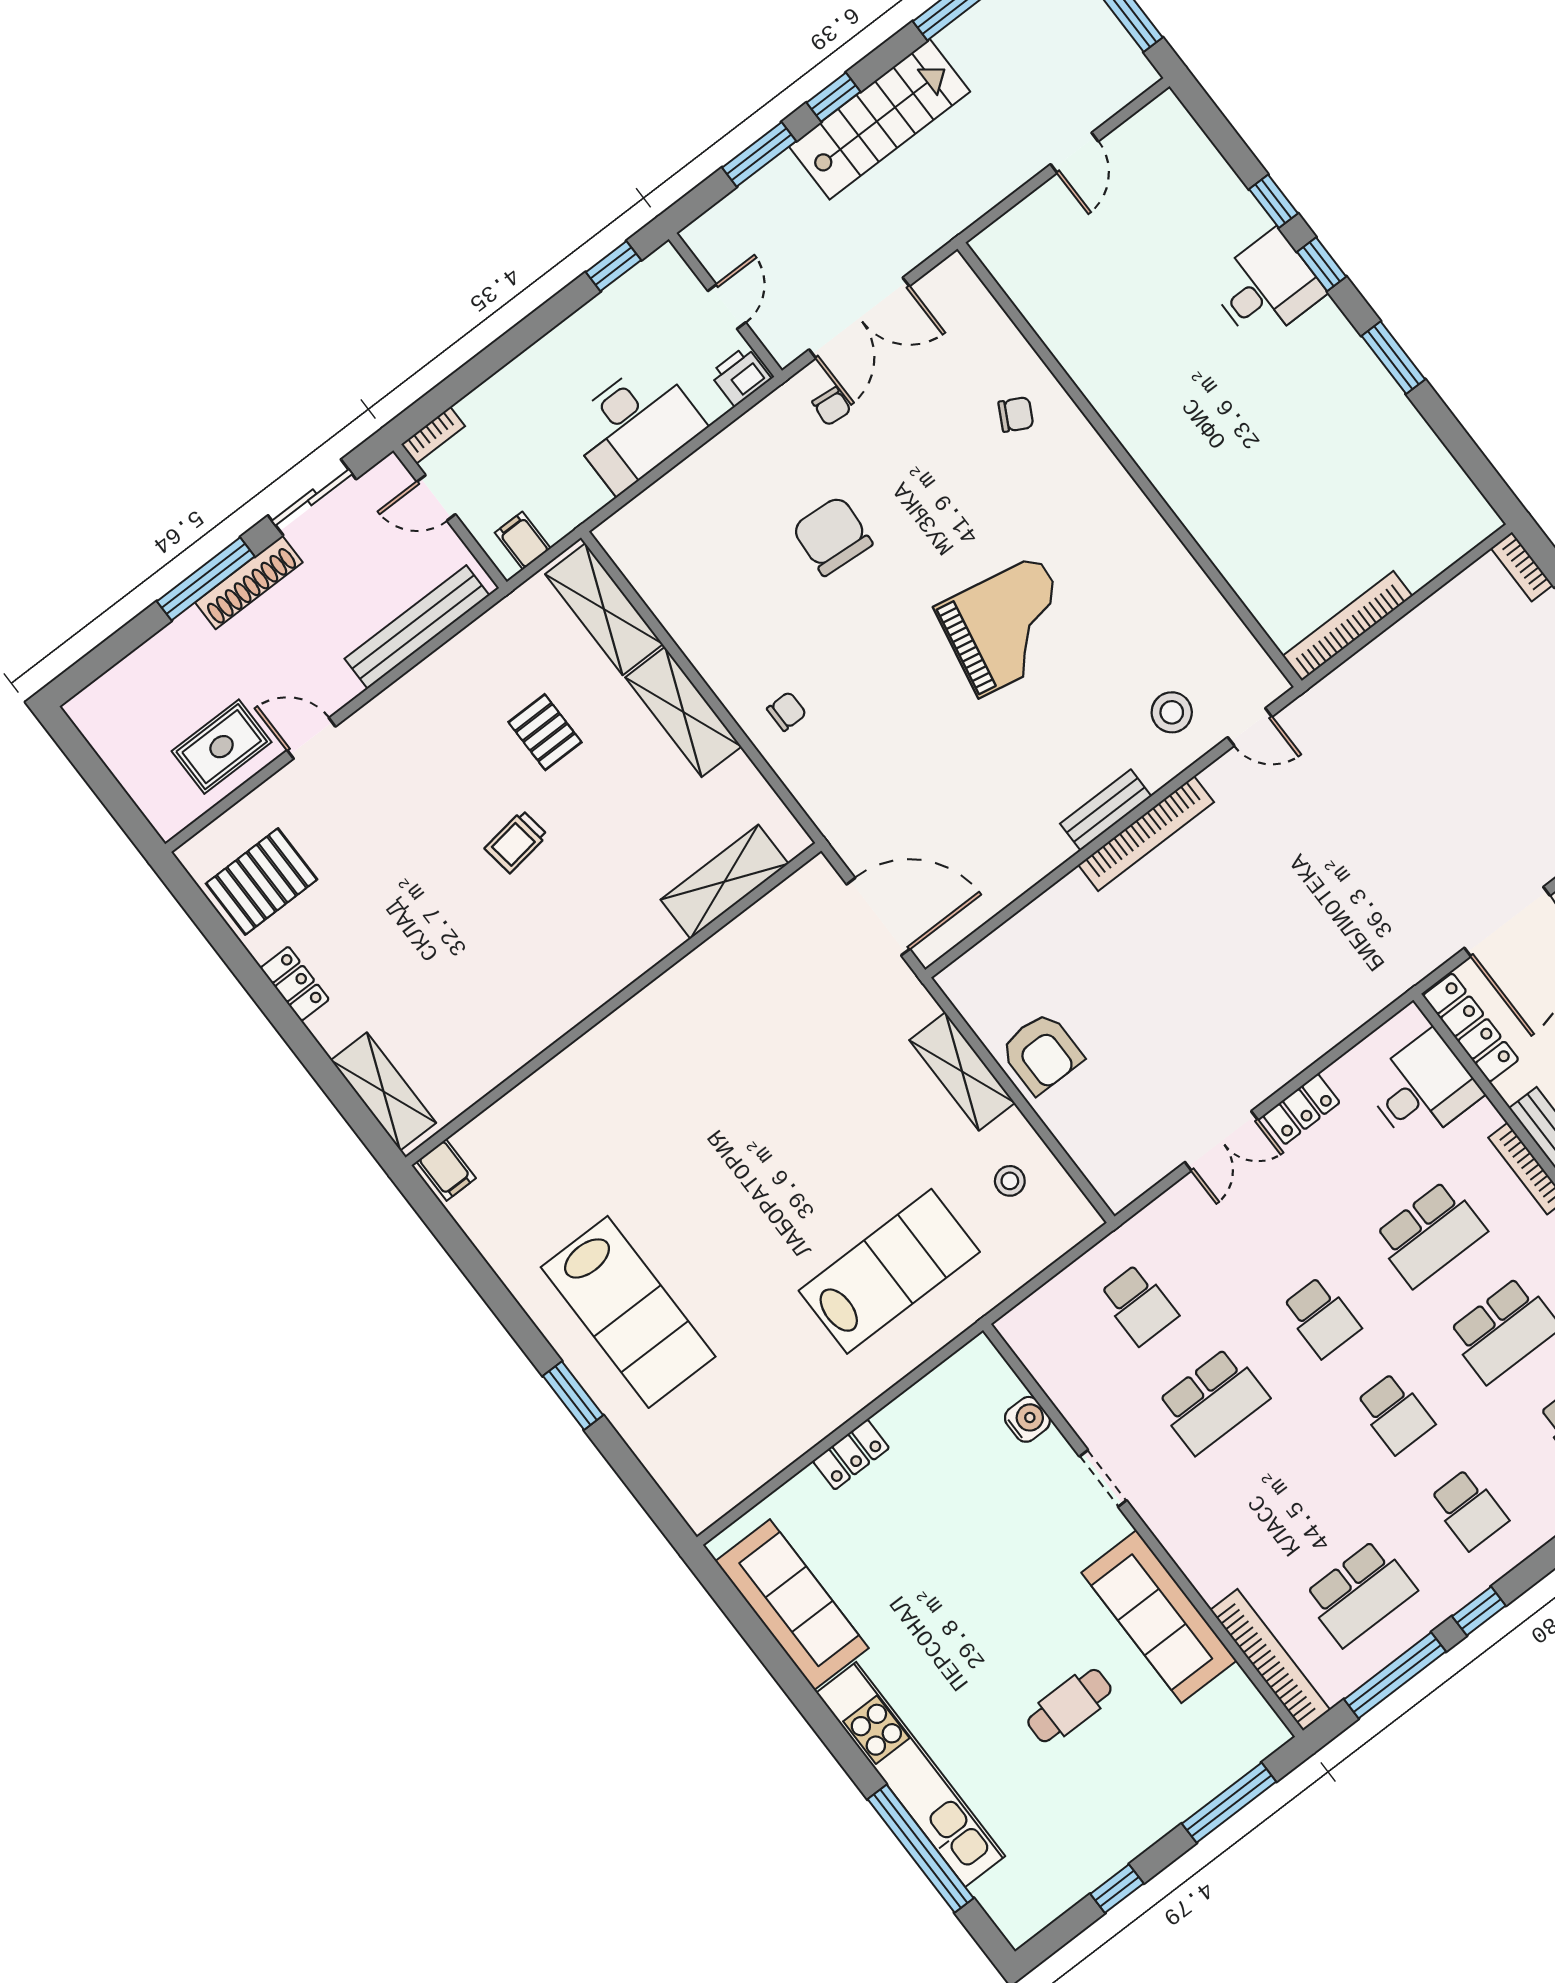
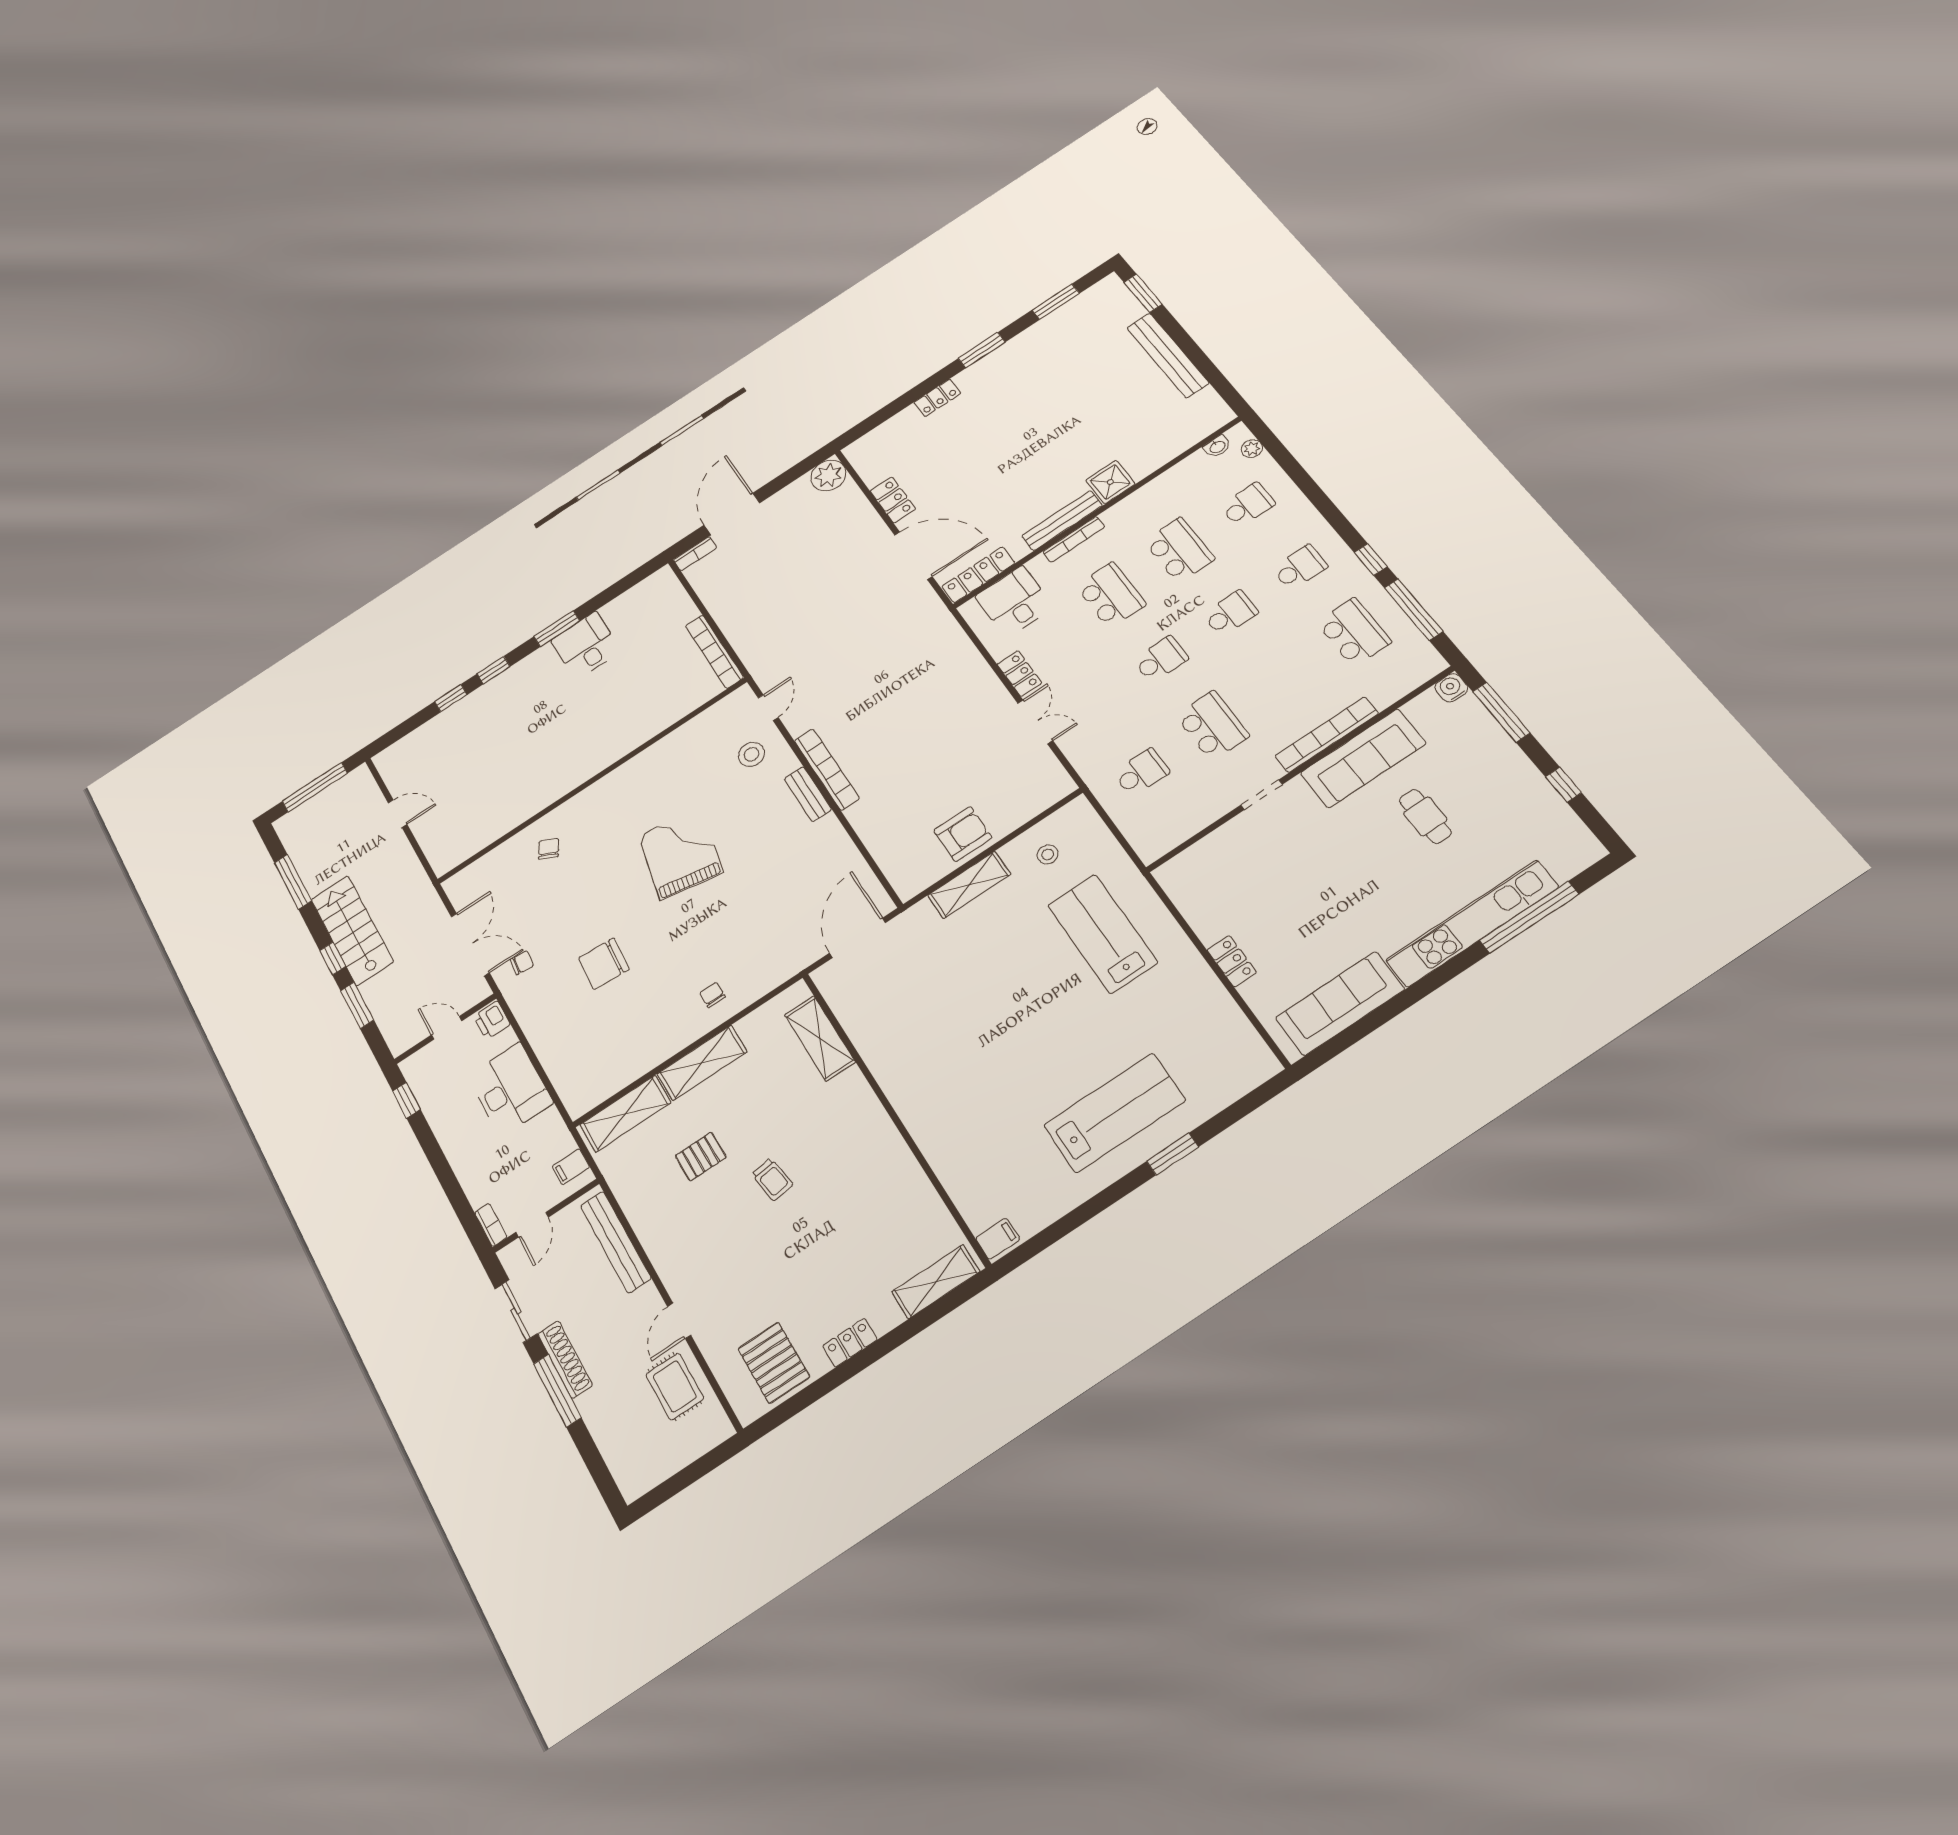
desk: (1266, 287) -> (586, 646), moved
water cooler: (1027, 1419) -> (1451, 688), moved
bookcase: (1270, 1660) -> (1327, 735), moved

